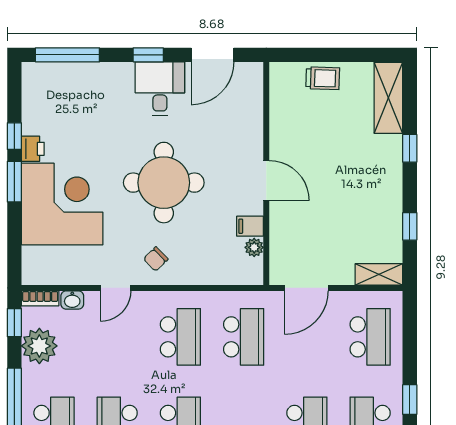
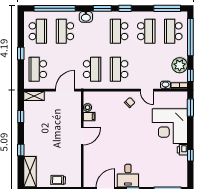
door: (266, 181) -> (82, 136), swing flipped
window: (14, 182) -> (190, 108), moved
round table: (164, 183) -> (126, 135), removed
door: (116, 288) -> (147, 90), swing flipped
school desk: (244, 337) -> (92, 69), turned 180
window: (410, 400) -> (21, 54), moved

